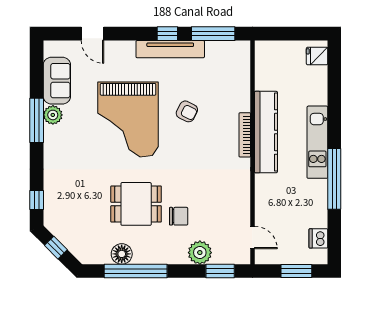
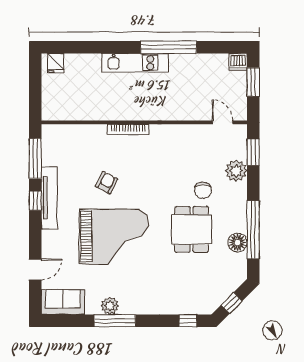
sofa: (57, 81) -> (63, 302), moved
kitchen counter: (266, 132) -> (125, 110), removed
chair: (179, 216) -> (203, 190), turned 180
door: (252, 237) -> (222, 122), hinge flipped
dishwasher: (318, 238) -> (238, 62), moved

